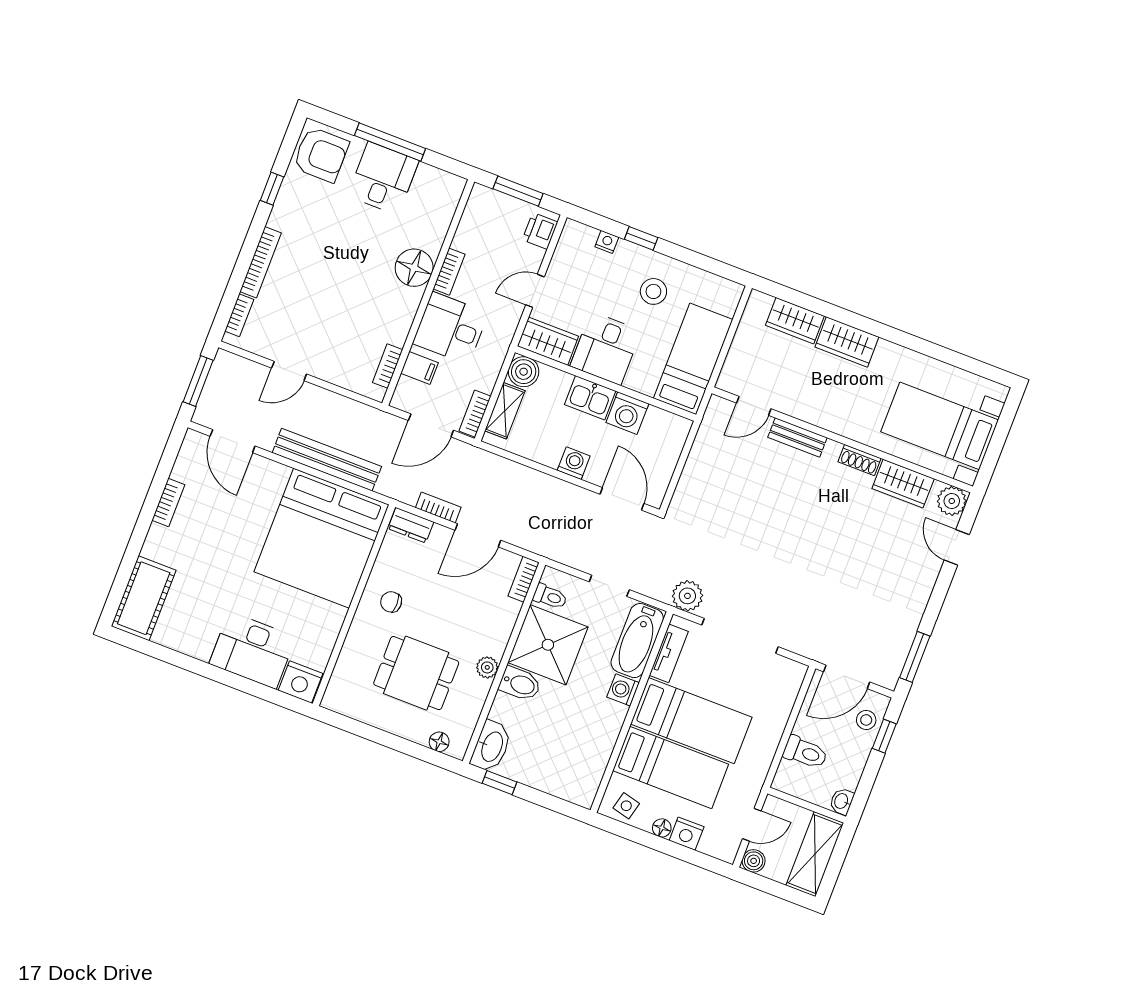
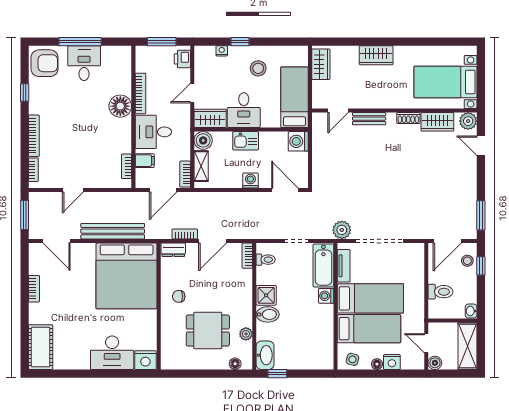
bookcase: (449, 272) -> (140, 93), width x1.56
wardrobe: (795, 321) -> (321, 64), moved, turned -90
washing machine: (627, 413) -> (298, 141), moved, turned 90
shower: (548, 645) -> (266, 295), width x0.54, depth x0.54
plant: (487, 667) -> (246, 334), moved
door: (752, 825) -> (426, 343), swing flipped

